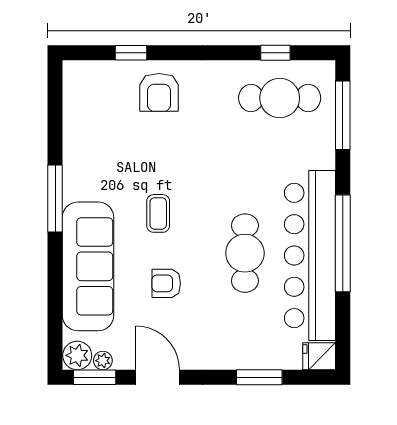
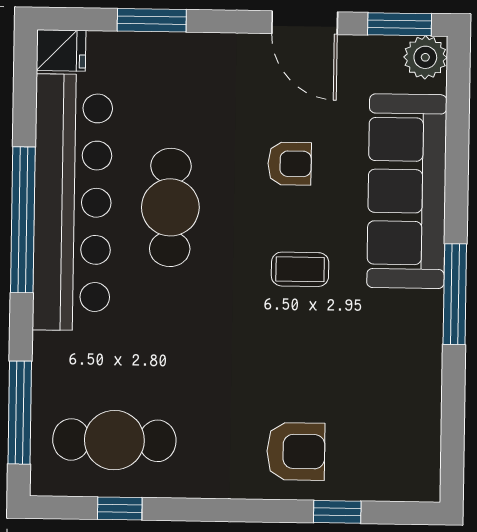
armchair: (159, 92) -> (296, 451), turned 90
coffee table: (158, 213) -> (300, 269), turned 90
plant: (103, 361) -> (387, 49), removed

